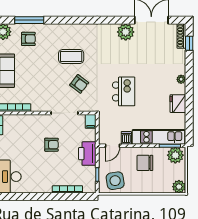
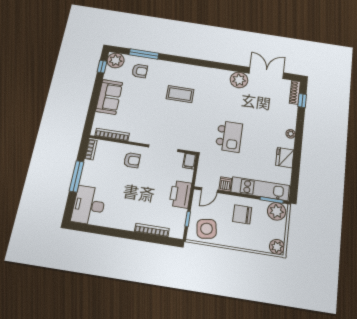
armchair: (79, 84) -> (184, 122), removed
armchair: (51, 145) -> (132, 160), moved

